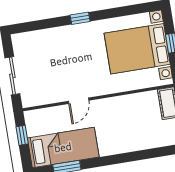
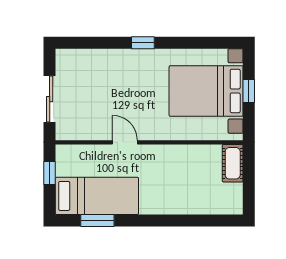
door: (79, 101) -> (125, 142), swing flipped

